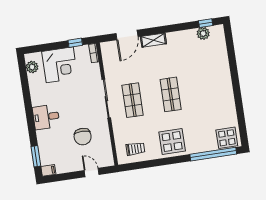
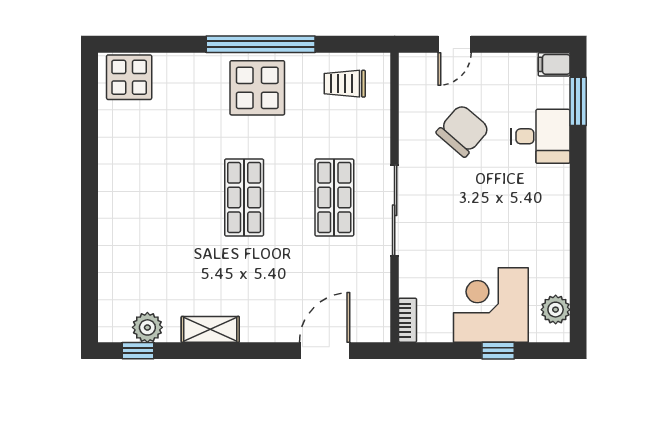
shelving: (153, 40) -> (210, 329), moved
window: (75, 43) -> (498, 351), moved
desk: (46, 117) -> (541, 136), moved
chair: (83, 137) -> (463, 131), turned 41
window: (213, 154) -> (261, 44), moved
door: (92, 172) -> (455, 44), hinge flipped

